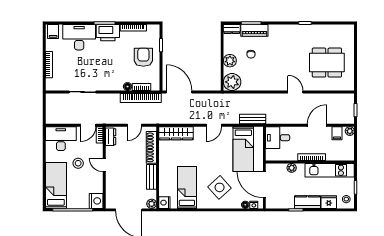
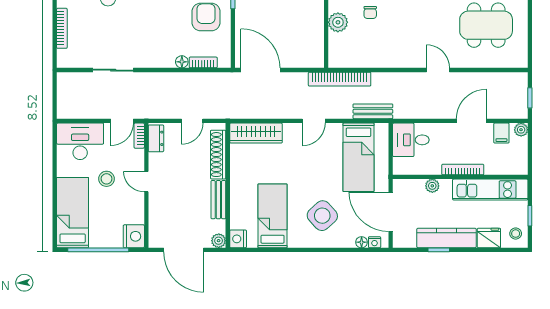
plant: (232, 82) -> (341, 55), removed
bookcase: (141, 98) -> (340, 79), moved
kitchen counter: (307, 202) -> (447, 238), width x1.50

